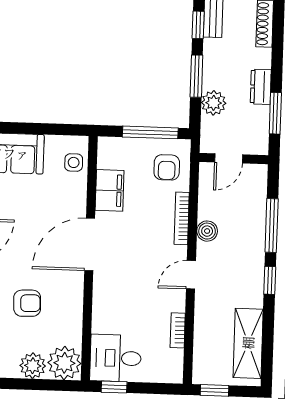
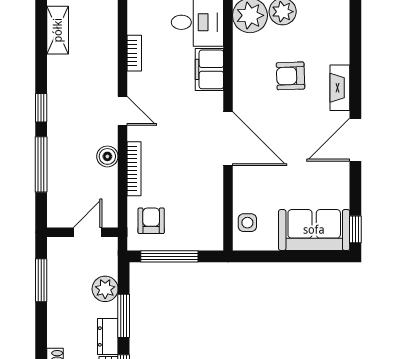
dresser: (261, 87) -> (108, 336), moved, turned 180
filing cabinet: (110, 190) -> (209, 69), moved
door: (90, 244) -> (228, 139), hinge flipped
door: (191, 275) -> (123, 111), hinge flipped
shelving: (248, 343) -> (58, 30), width x0.67, depth x0.75

